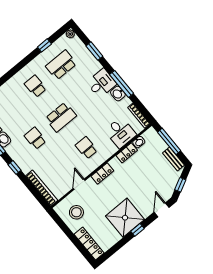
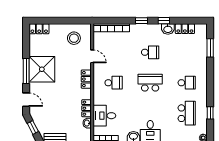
school desk: (61, 117) -> (150, 83), turned 90
window: (137, 230) -> (26, 71), width x2.17
locker: (89, 244) -> (39, 29), width x0.66

